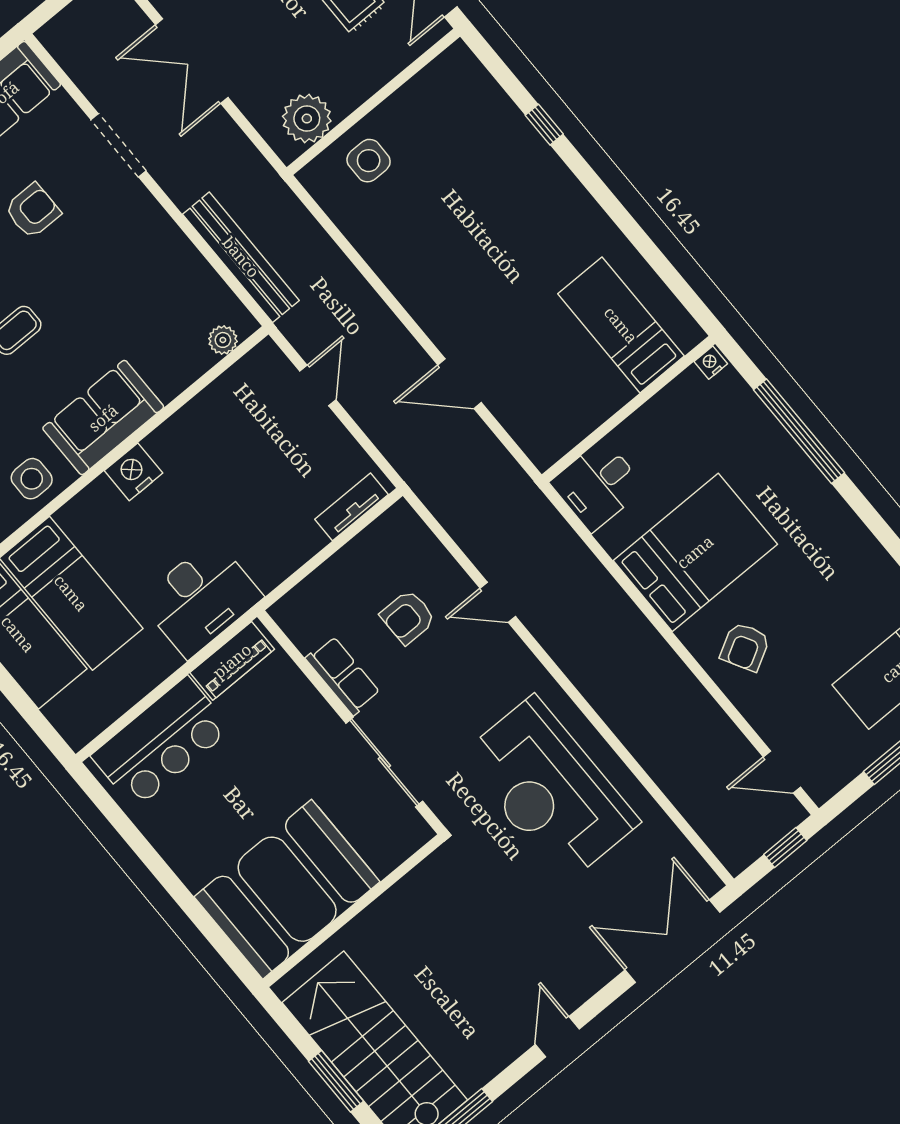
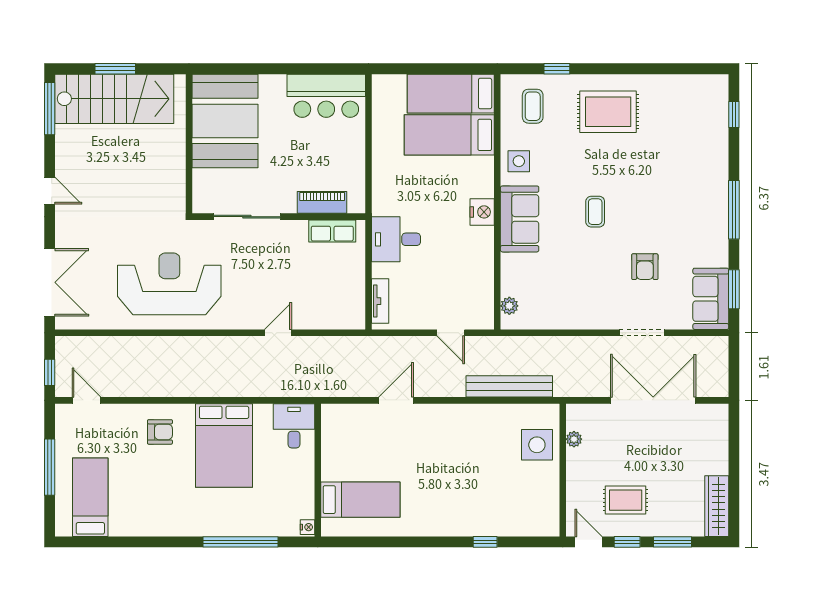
double door: (192, 61) -> (653, 400), width x1.36
plant: (307, 119) -> (574, 439), width x0.53, depth x0.53
side table: (369, 161) -> (537, 445), width x1.37, depth x1.37
bench: (241, 257) -> (509, 386), moved
desk: (201, 598) -> (396, 239), moved, width x0.73
armchair: (408, 617) -> (306, 284), removed
armchair: (745, 647) -> (160, 432), turned 119
piano: (232, 661) -> (322, 202), moved, turned 90
row of seats: (343, 676) -> (332, 231), moved
bar counter: (161, 742) -> (326, 96), moved, turned -90
door: (782, 772) -> (87, 400), hinge flipped

